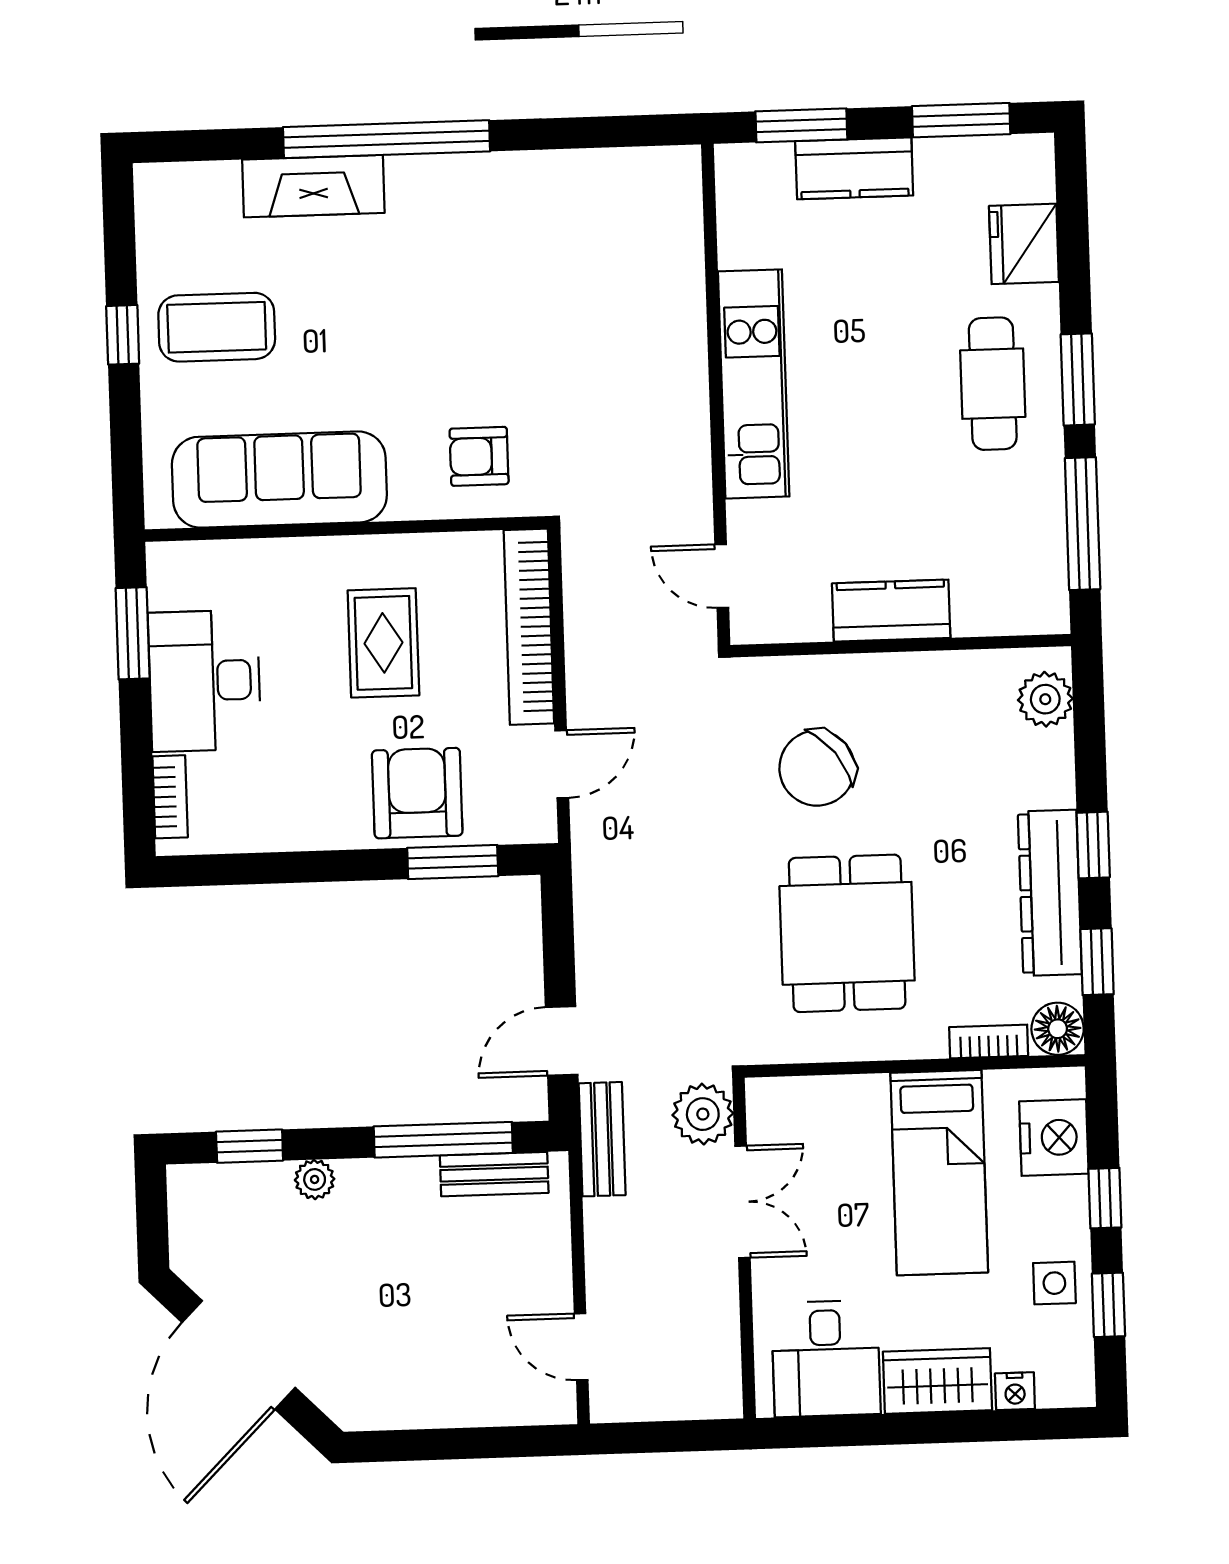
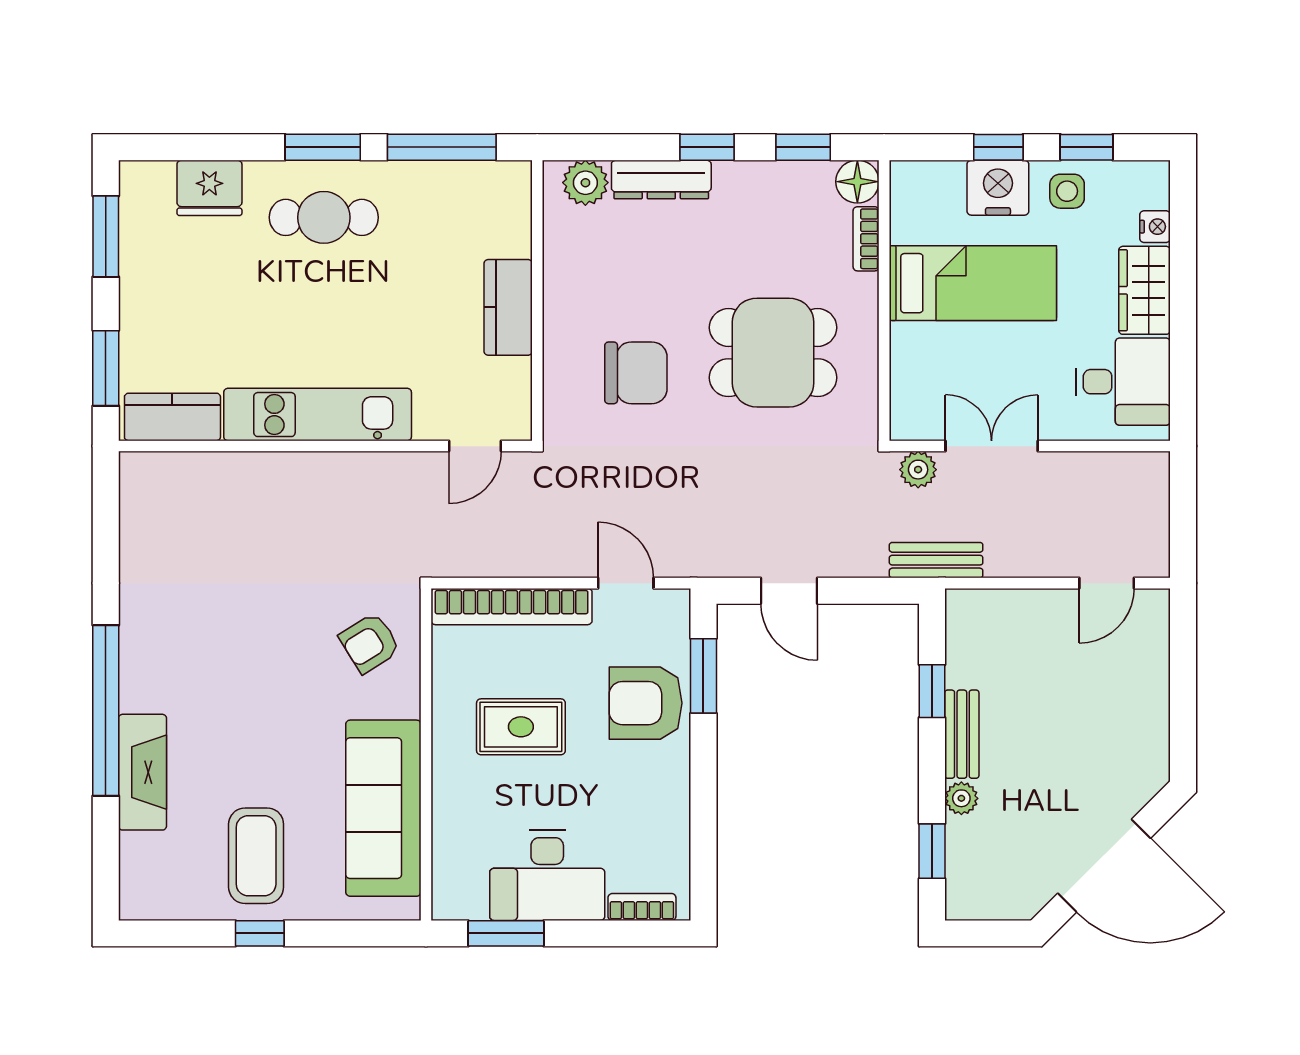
kitchen counter: (854, 168) -> (172, 417), moved, turned -90
armchair: (479, 456) -> (370, 643), turned 58
chair: (817, 768) -> (636, 373), turned -52
dresser: (1050, 893) -> (661, 180), moved, width x0.73, depth x0.80
door: (562, 1041) -> (789, 591), moved
plant: (703, 1114) -> (918, 470), width x0.73, depth x0.73
nightstand: (1054, 1138) -> (998, 188), moved
window: (443, 1140) -> (932, 691), width x0.46
bench: (494, 1174) -> (962, 734), moved

